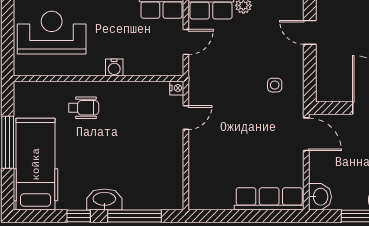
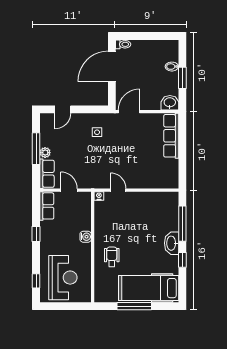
reception desk: (52, 33) -> (63, 278), turned 180

